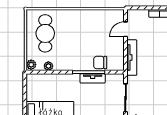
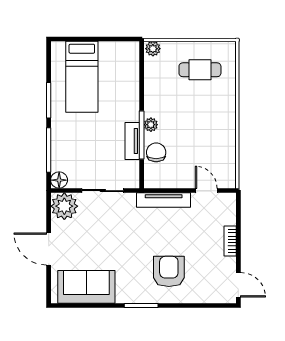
cafe table: (45, 33) -> (200, 70), width x0.73, depth x0.74
plant: (48, 66) -> (151, 125), moved

